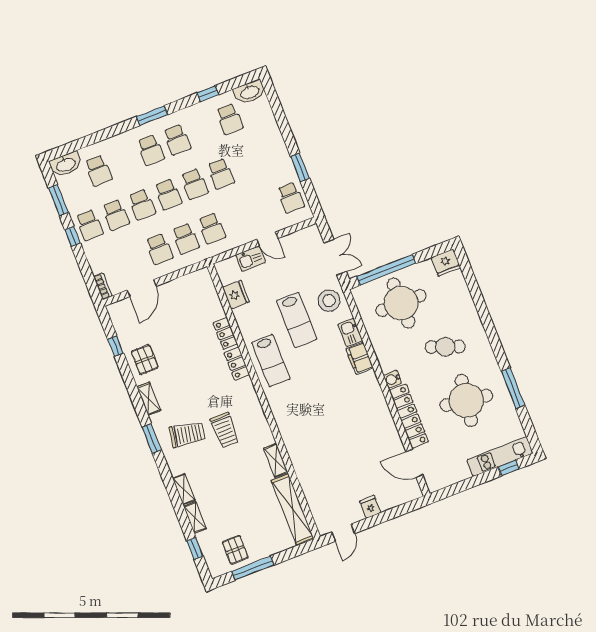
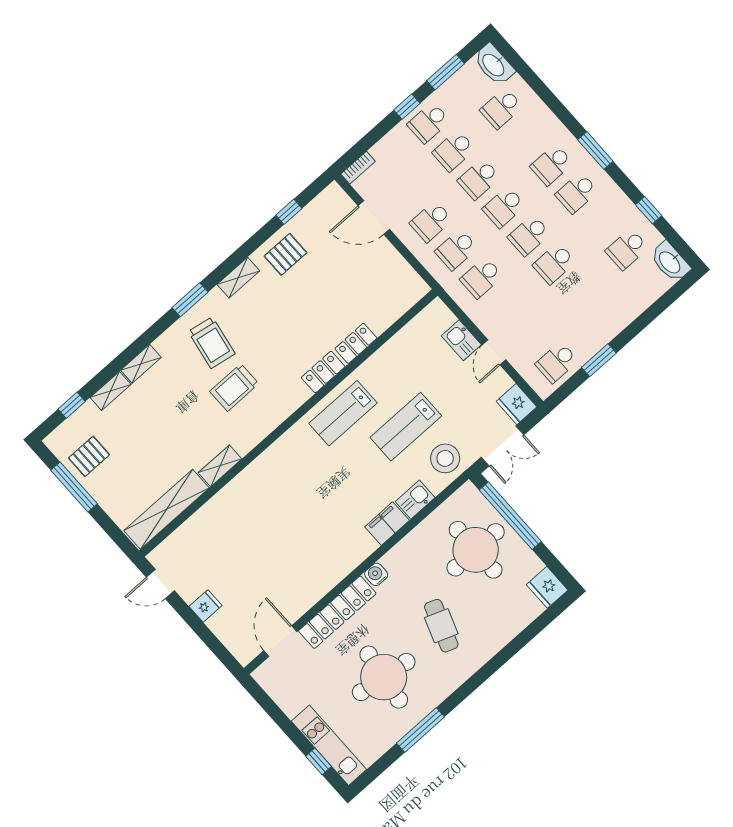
fridge: (236, 295) -> (516, 404), moved, turned 90

